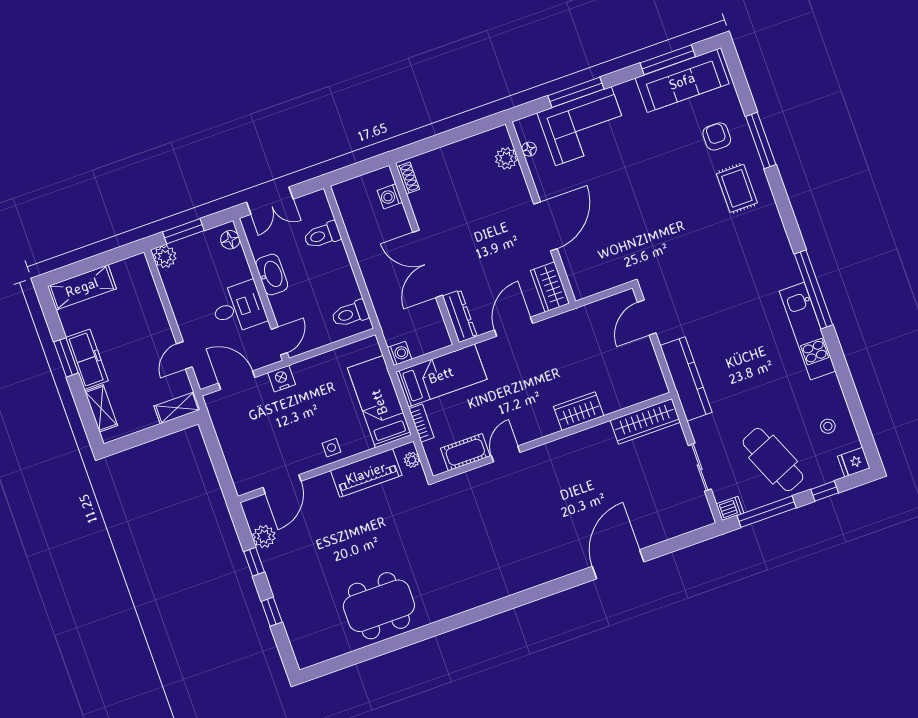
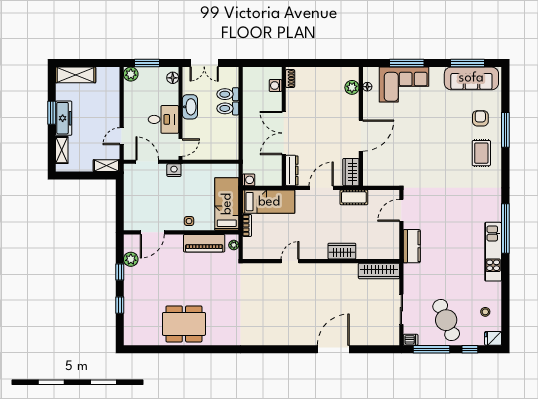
toilet: (350, 314) -> (228, 108), moved
kitchen counter: (686, 379) -> (412, 246), width x0.67
cot: (465, 452) -> (354, 197), moved

